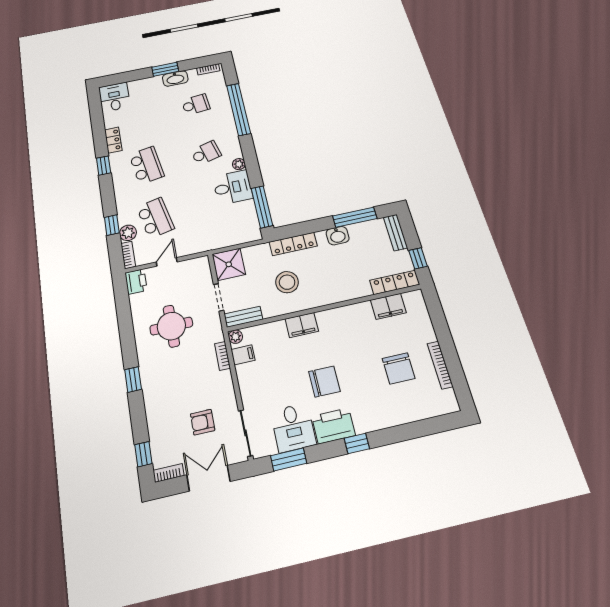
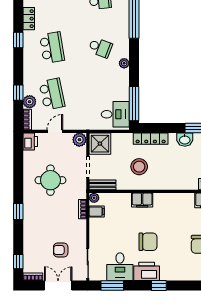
school desk: (206, 153) -> (100, 48), turned 36
desk: (233, 187) -> (115, 114), moved
plant: (201, 265) -> (79, 140), added

